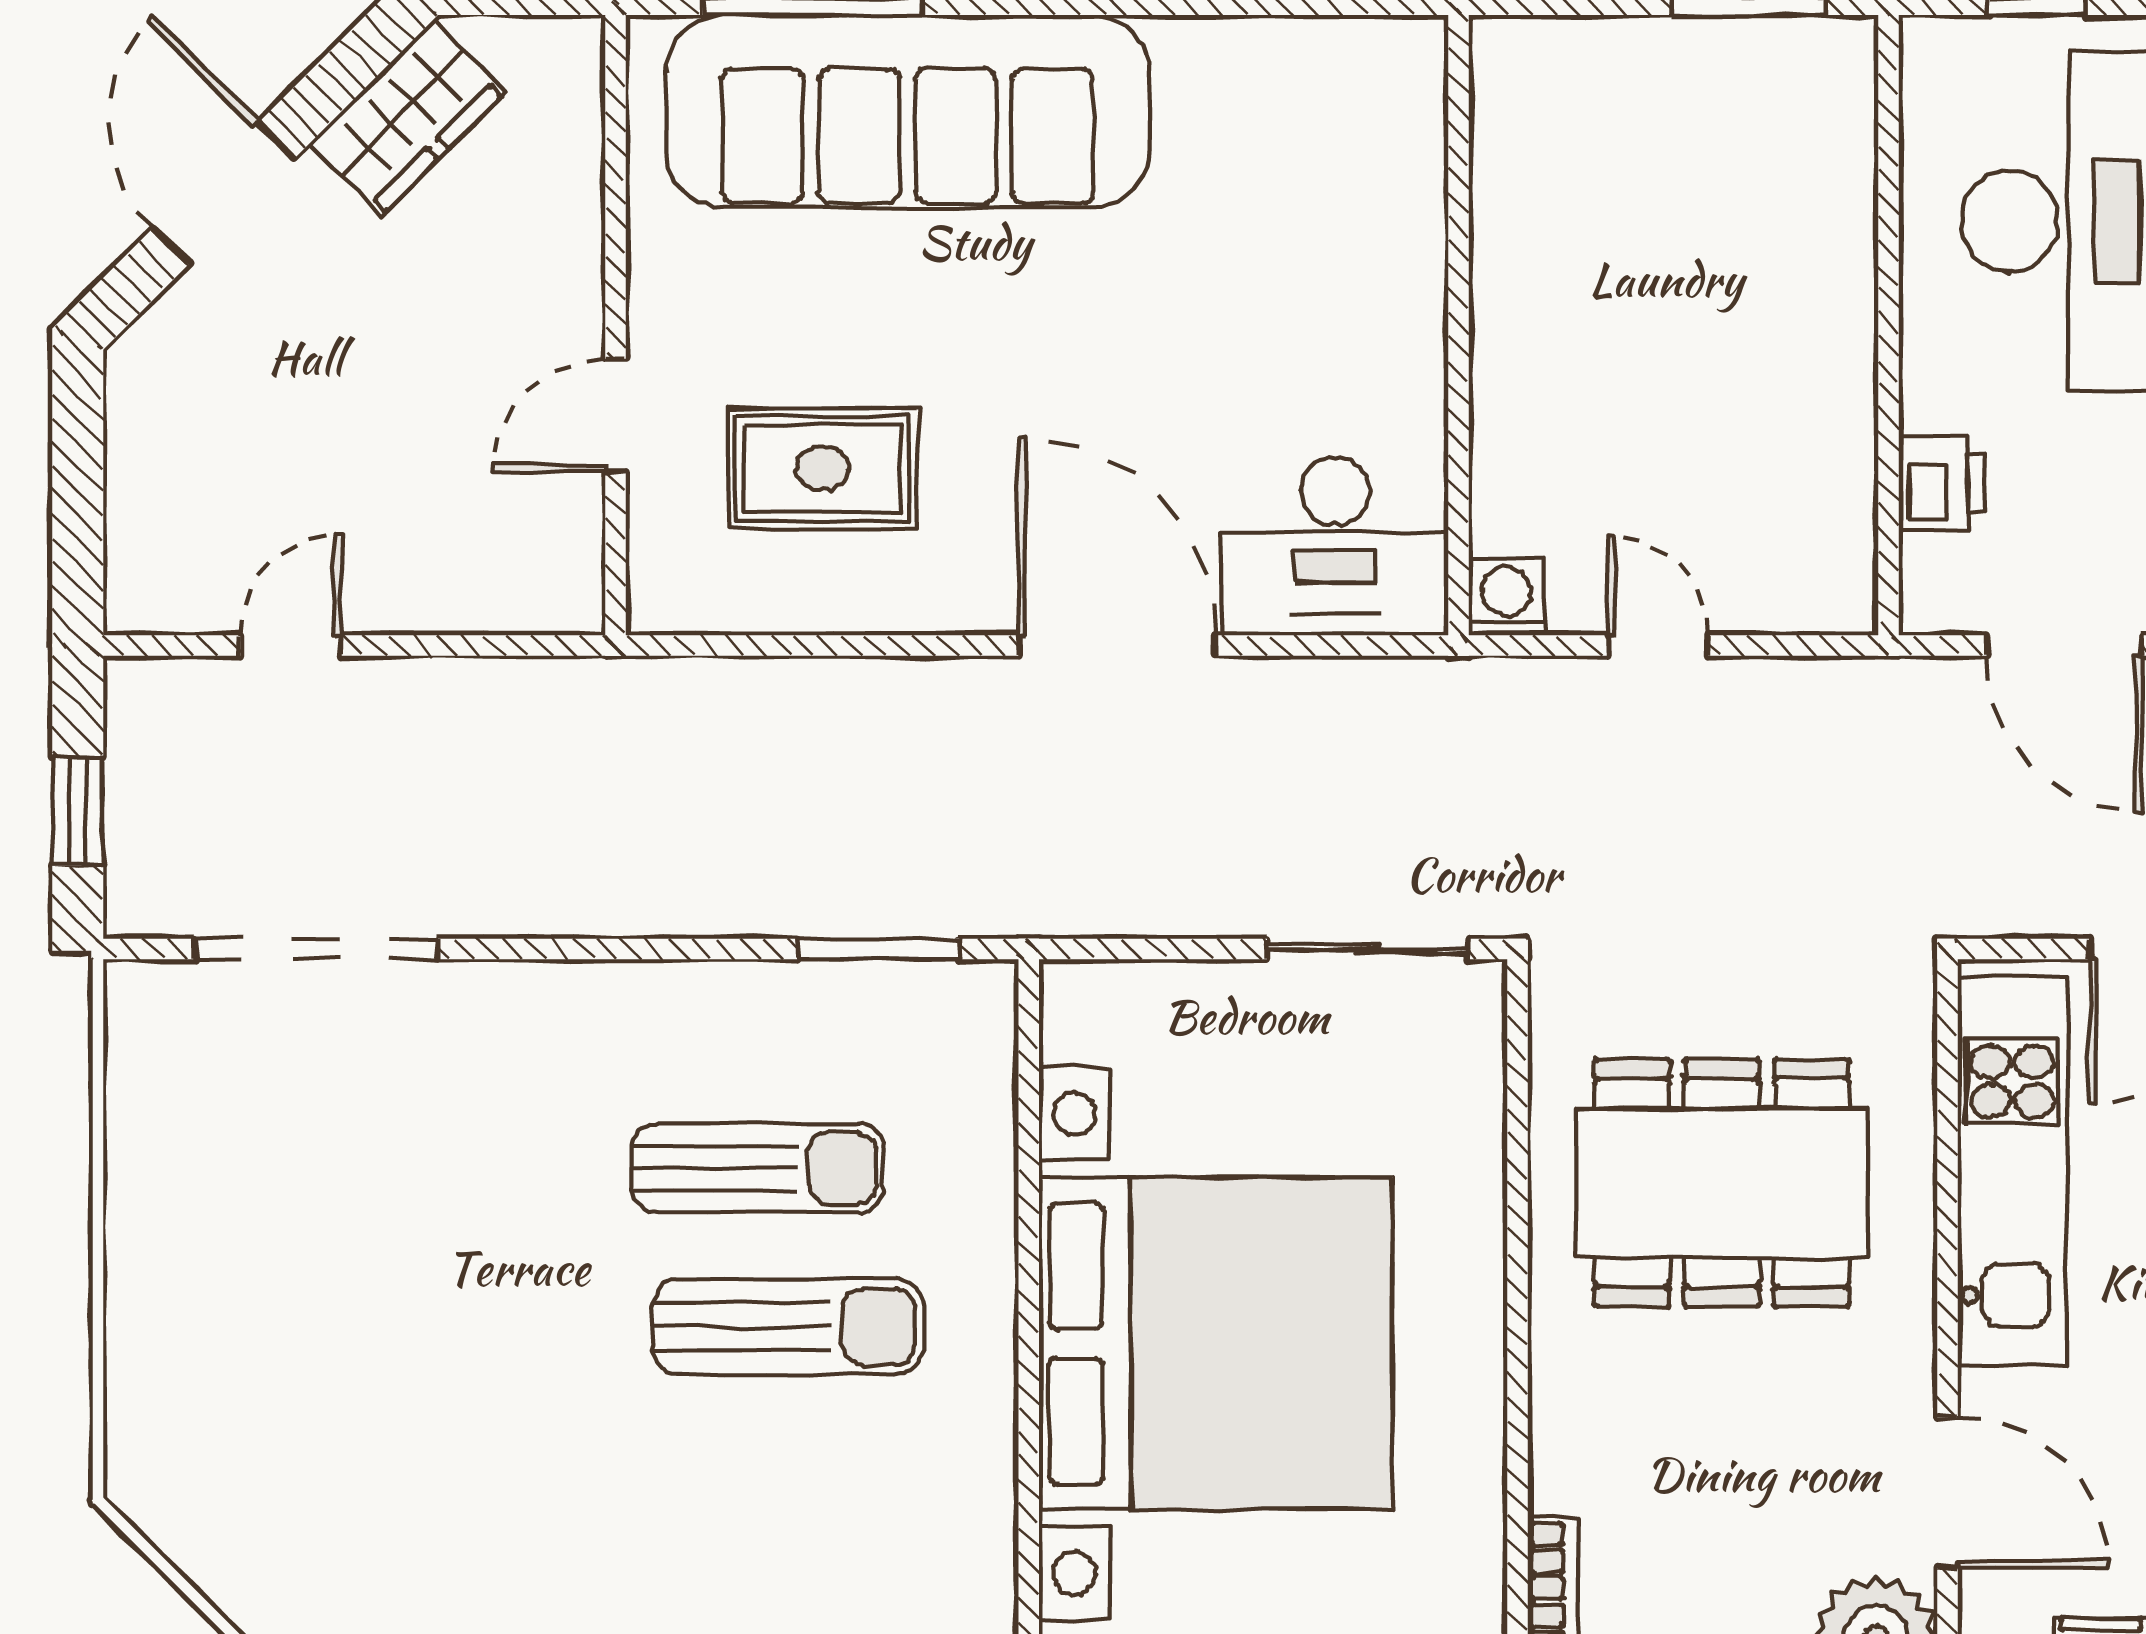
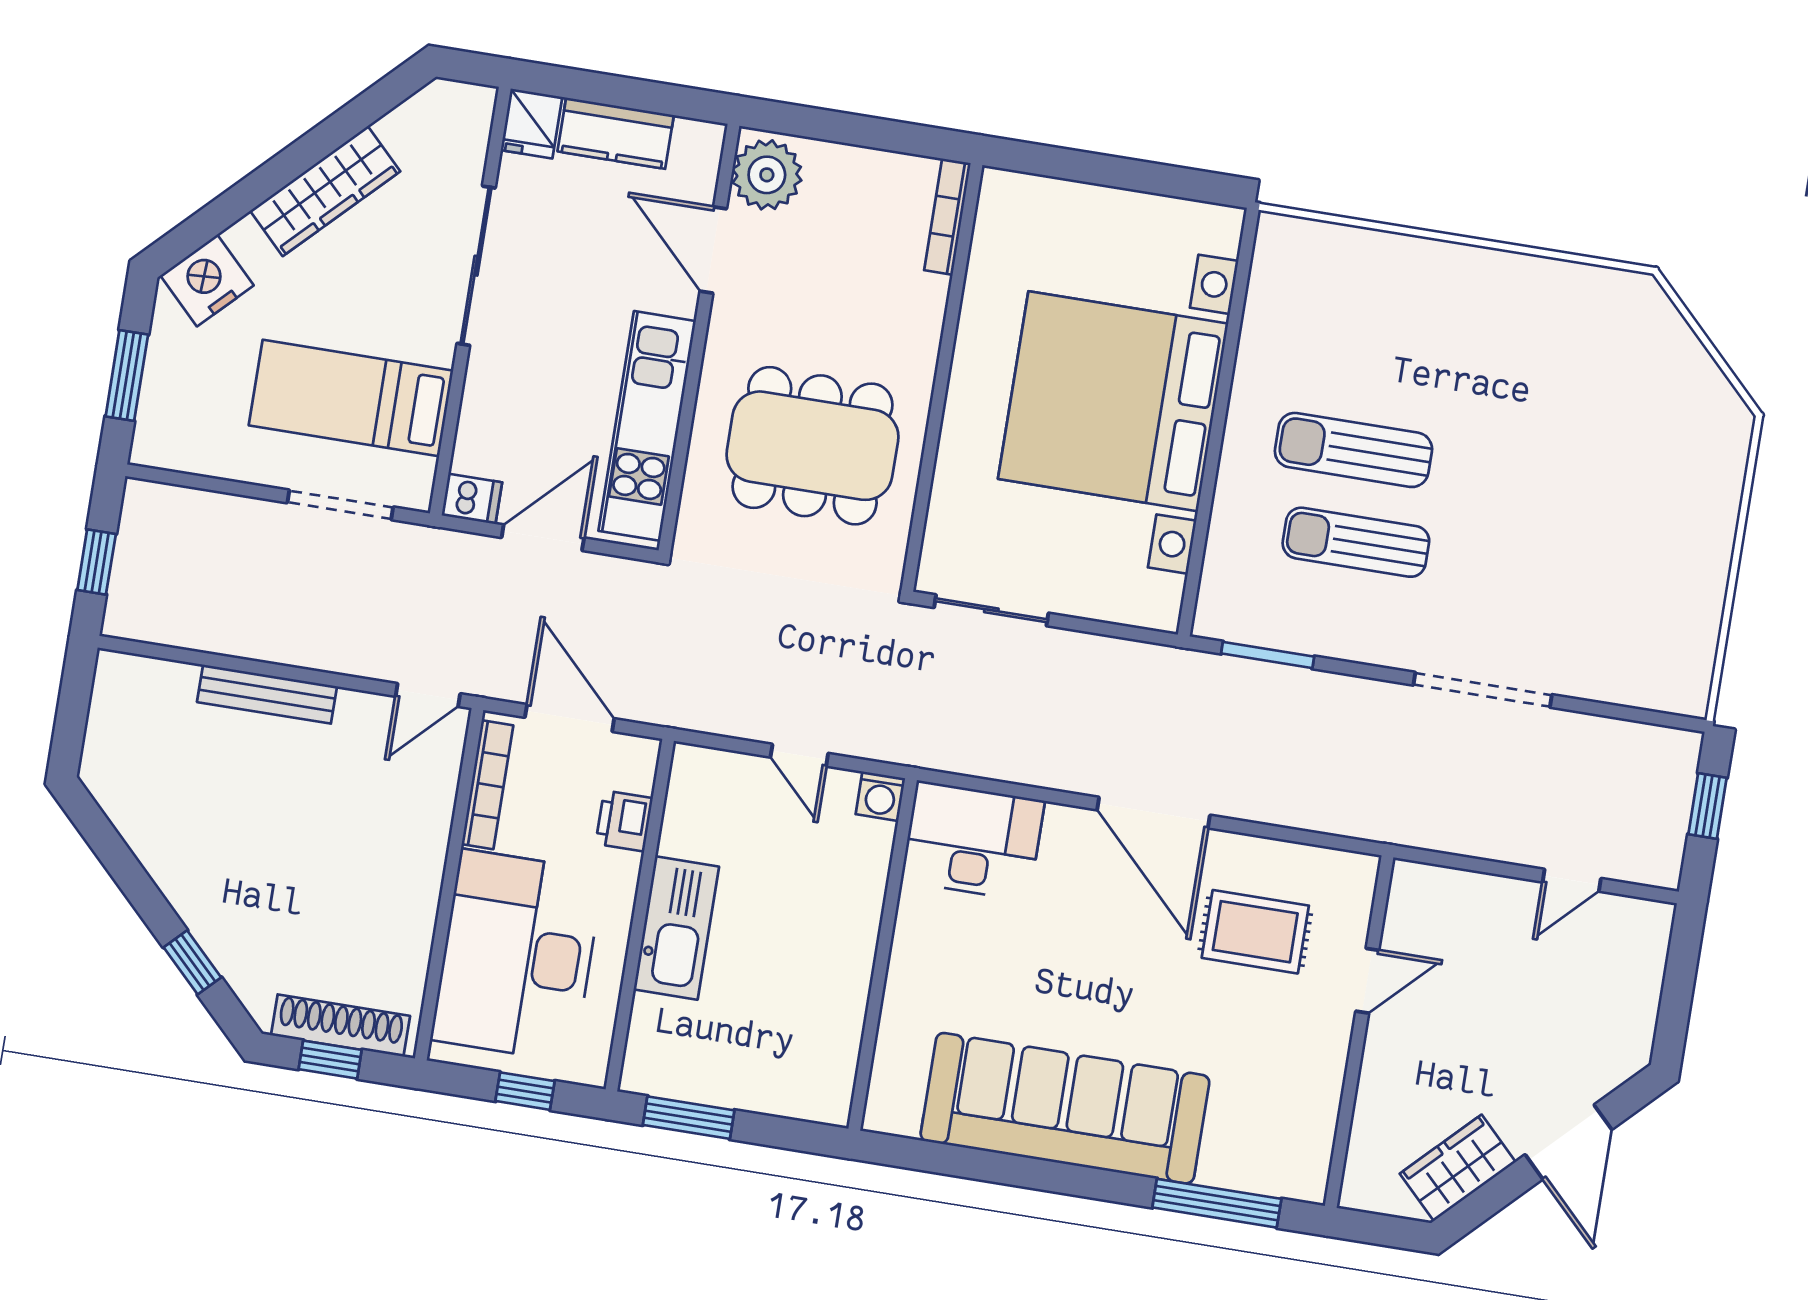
sofa: (907, 111) -> (1065, 1108), moved
kitchen sink: (1822, 313) -> (676, 928), added
door: (1117, 646) -> (1153, 813), moved
doorway: (316, 949) -> (1483, 690), moved

